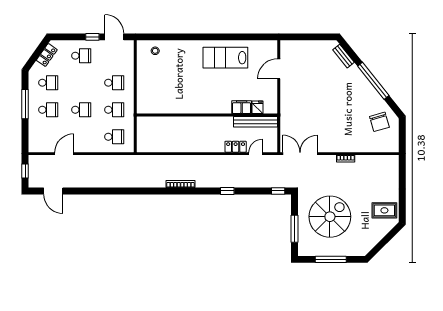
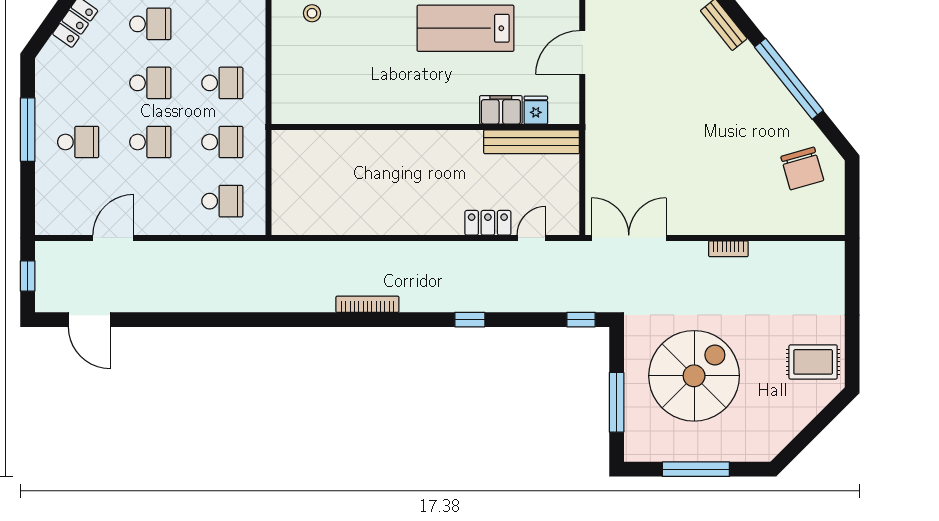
school desk: (48, 83) -> (150, 83), moved
filing cabinet: (242, 107) -> (501, 110), moved
fridge: (258, 107) -> (536, 110), moved
wall: (207, 115) -> (425, 127), moved
bench: (256, 122) -> (532, 142), moved

